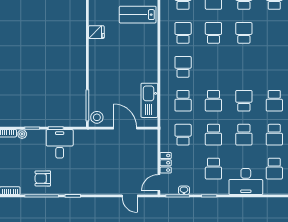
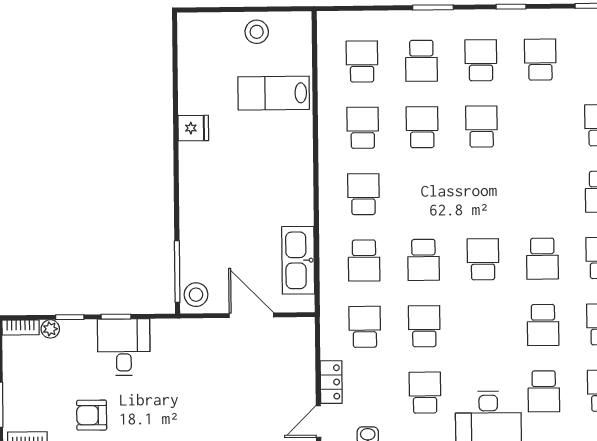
school desk: (213, 135) -> (424, 326), turned 180
school desk: (244, 135) -> (484, 326), removed
school desk: (213, 169) -> (425, 393), turned 180

